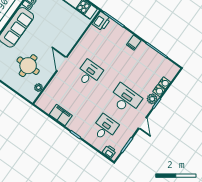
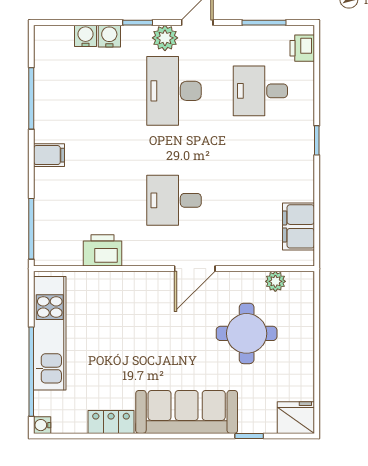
printer: (101, 21) -> (103, 250), moved
plant: (152, 99) -> (165, 38), moved
filing cabinet: (61, 115) -> (298, 226), moved

